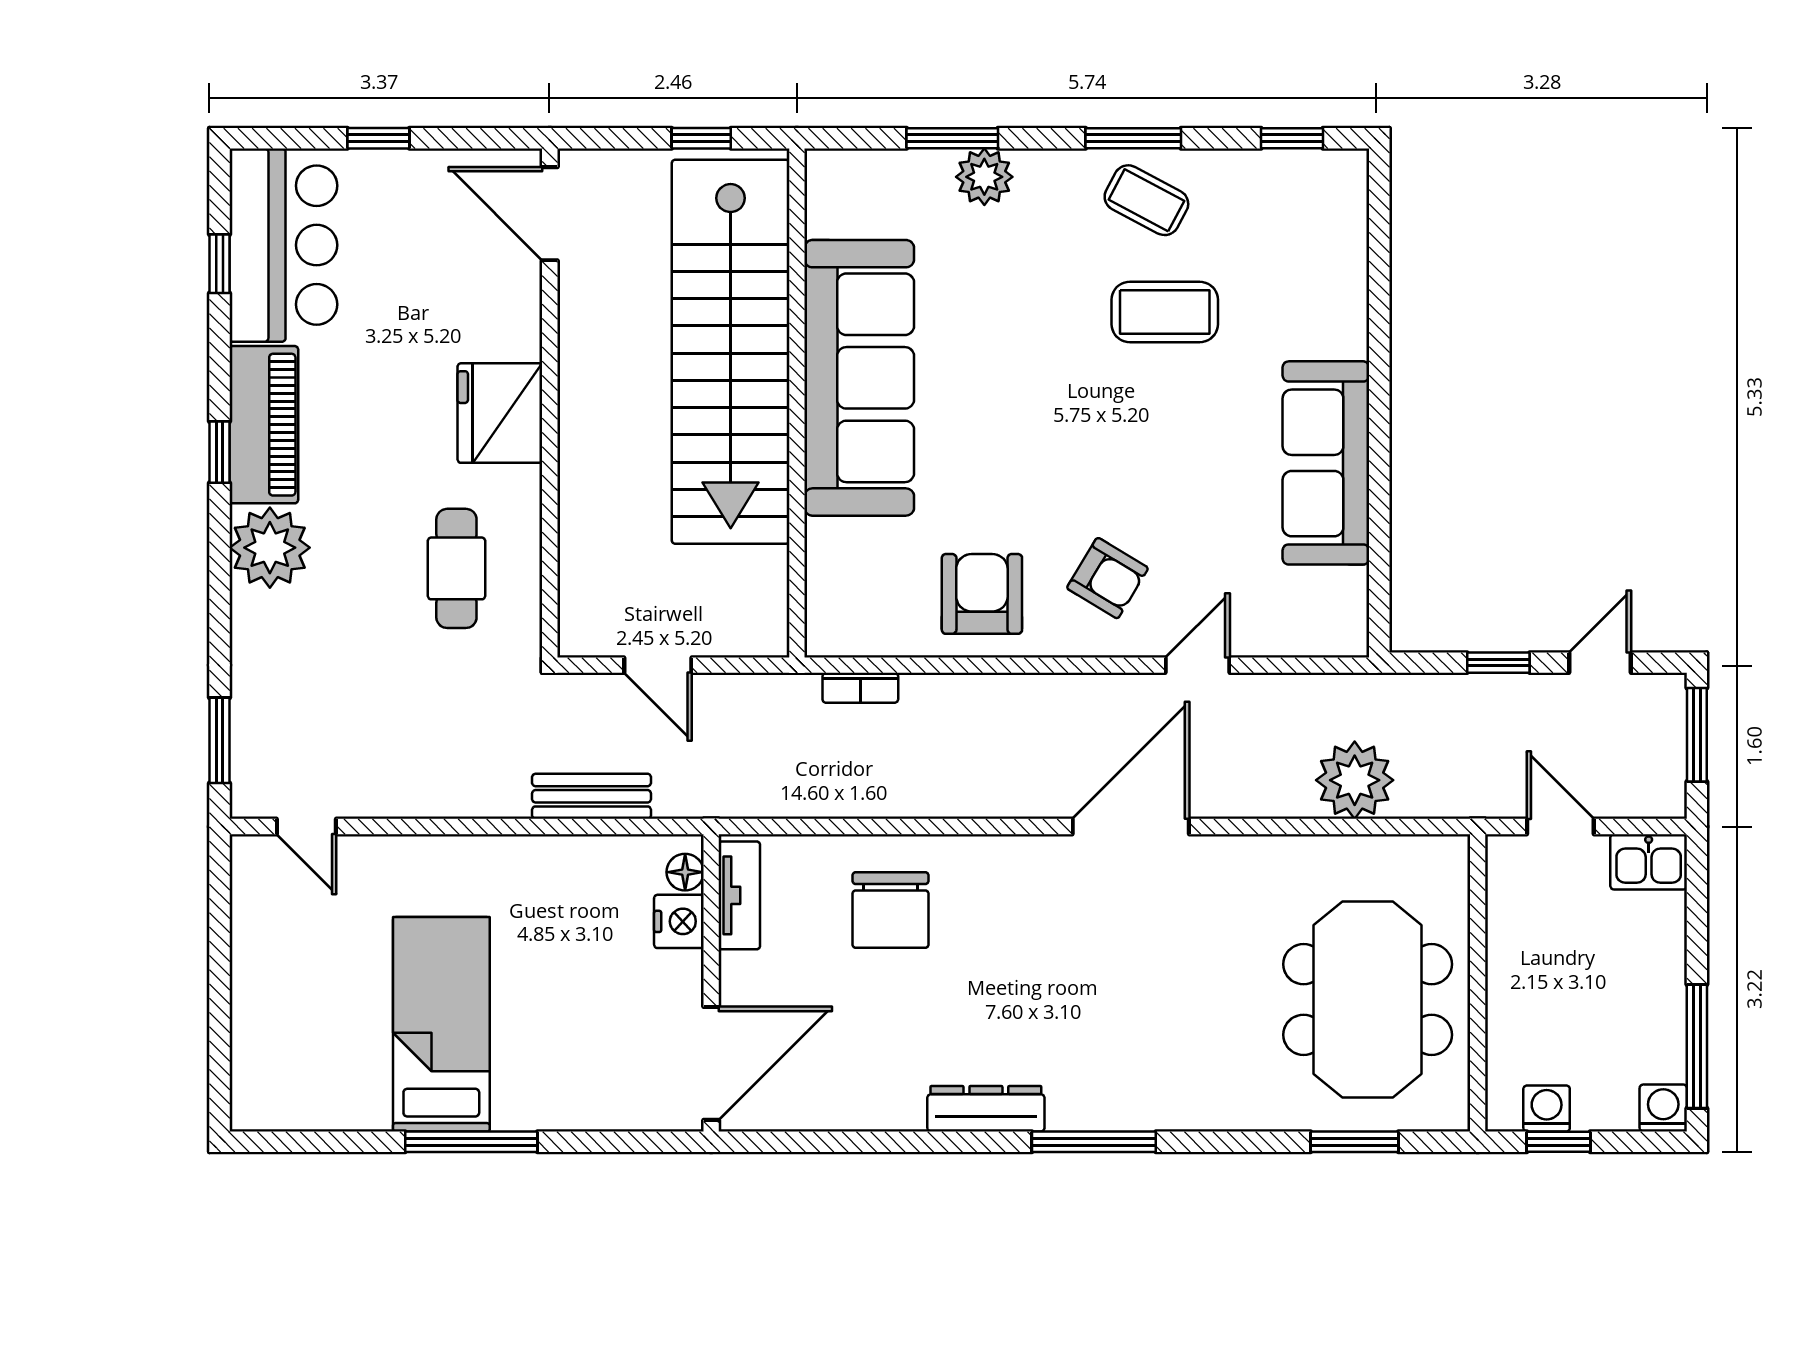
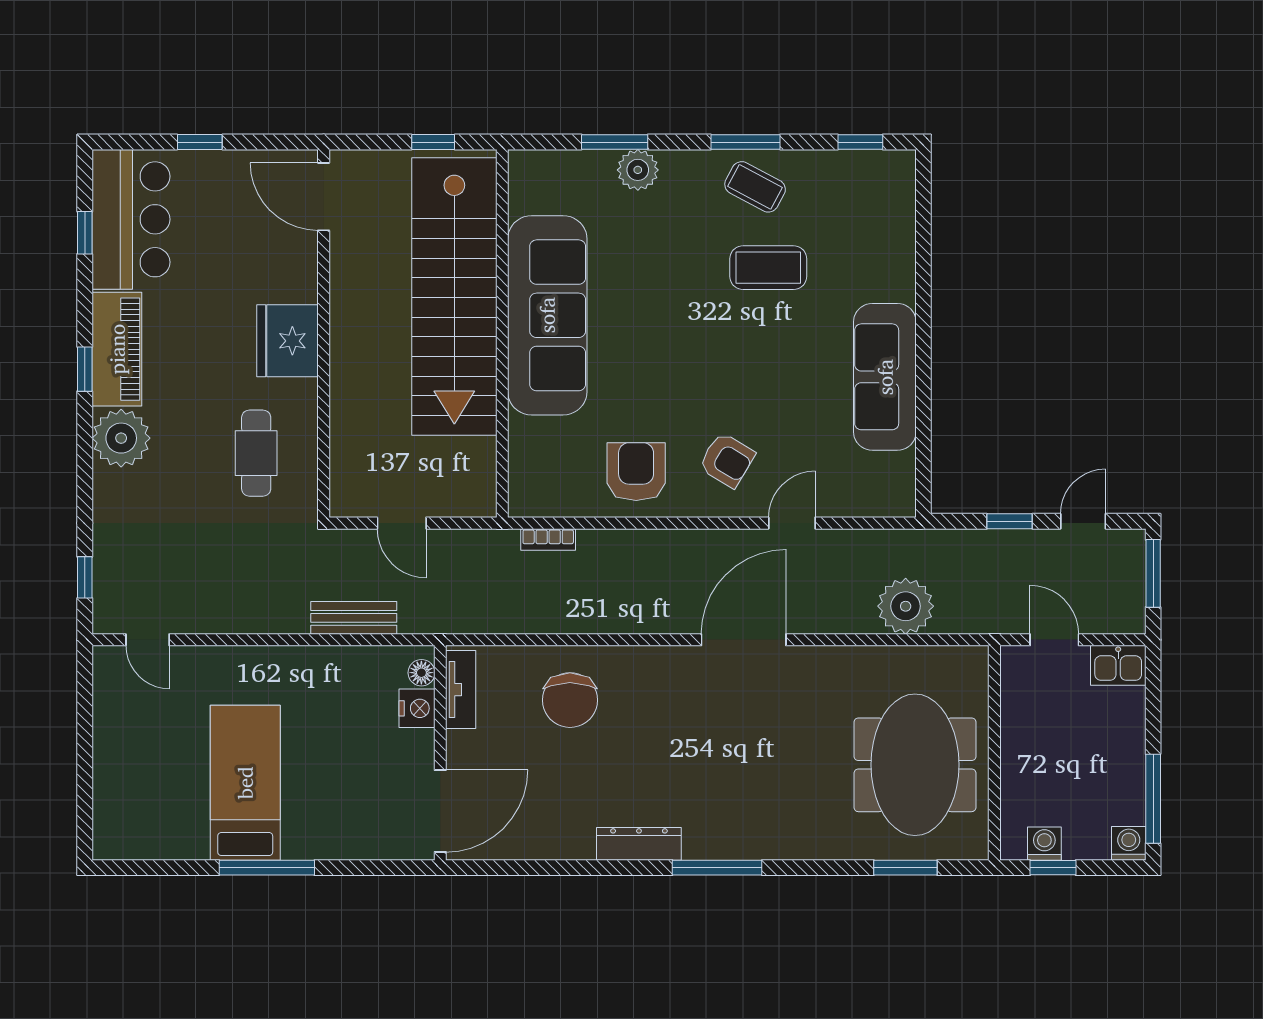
window: (219, 740) -> (85, 577), width x0.67

